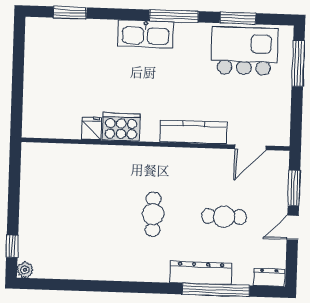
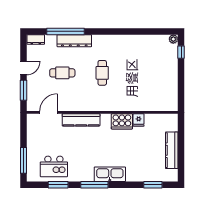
kitchen island: (244, 51) -> (54, 166), width x0.73, depth x0.78
kitchen counter: (34, 73) -> (172, 150), added

